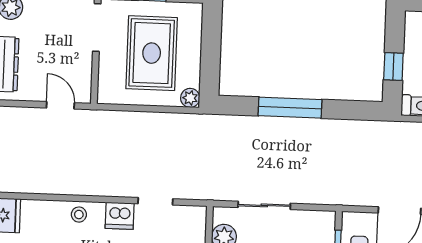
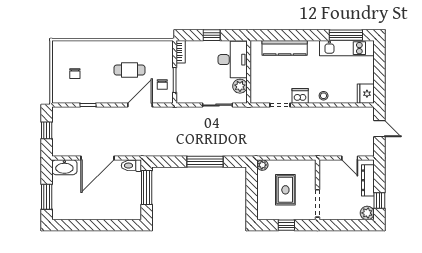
rug: (152, 53) -> (285, 190), width x0.73, depth x0.70
window: (393, 66) -> (147, 187), width x2.17
door: (60, 105) -> (350, 158), moved

